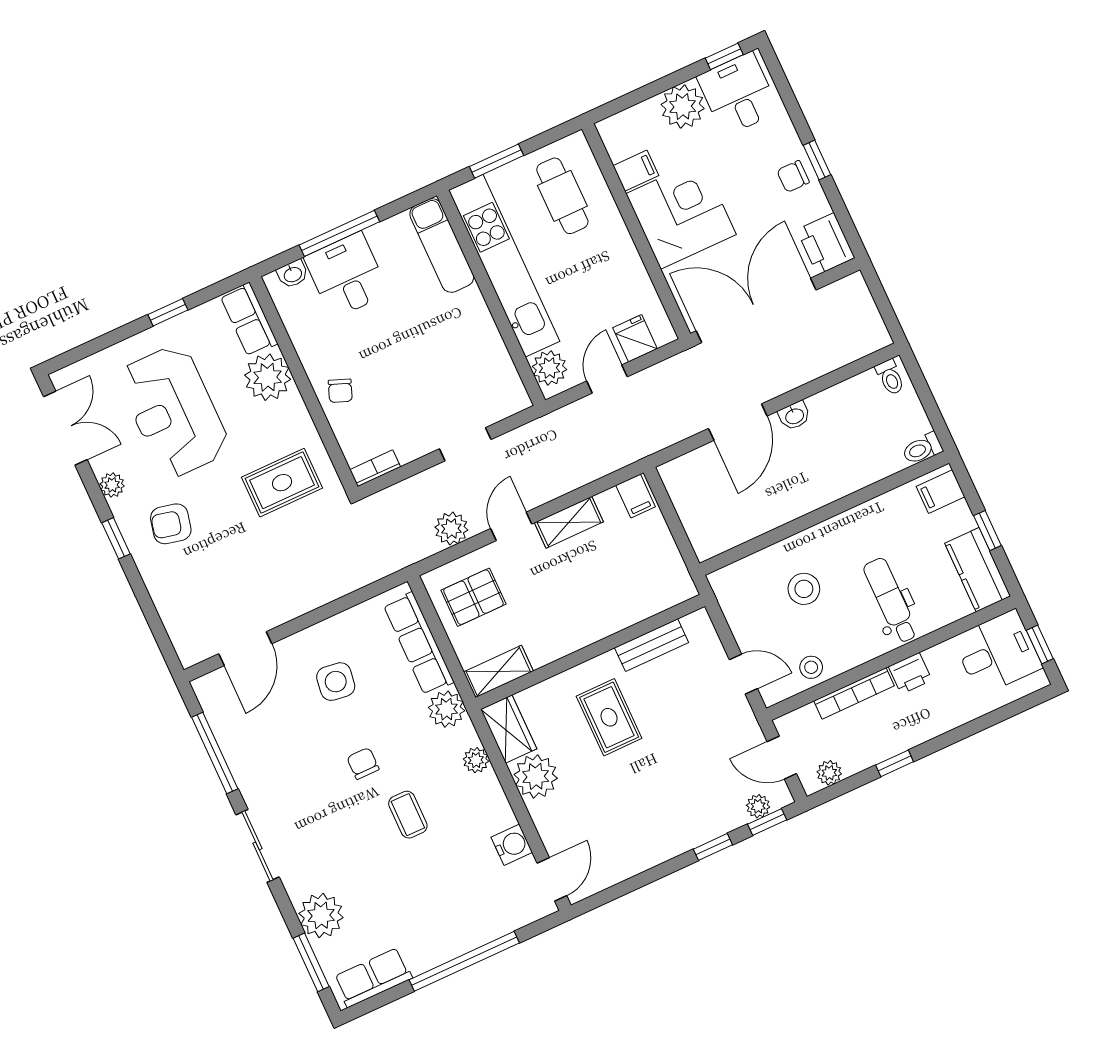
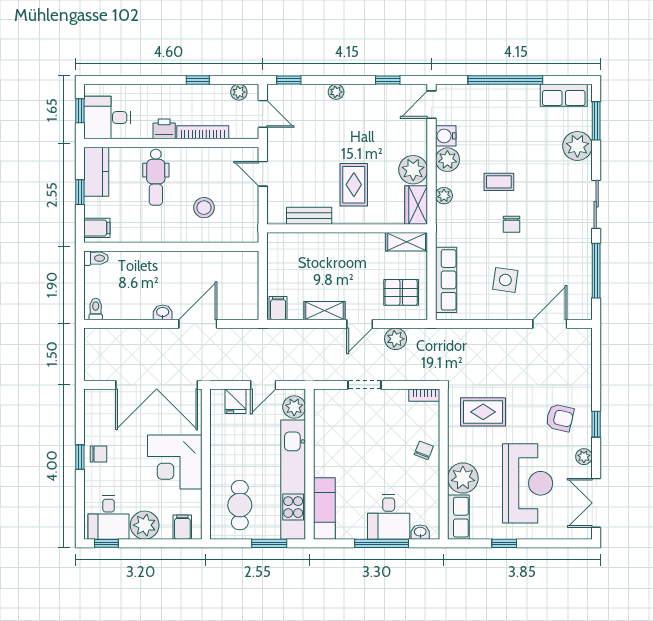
filing cabinet: (636, 171) -> (182, 527), moved, turned 90
printer: (826, 244) -> (97, 405), removed
stool: (811, 667) -> (221, 159), removed
plant: (446, 709) -> (447, 160), moved
plant: (758, 806) -> (336, 92), moved
coffee table: (408, 815) -> (499, 182), turned 90
window: (713, 847) -> (388, 80), moved

